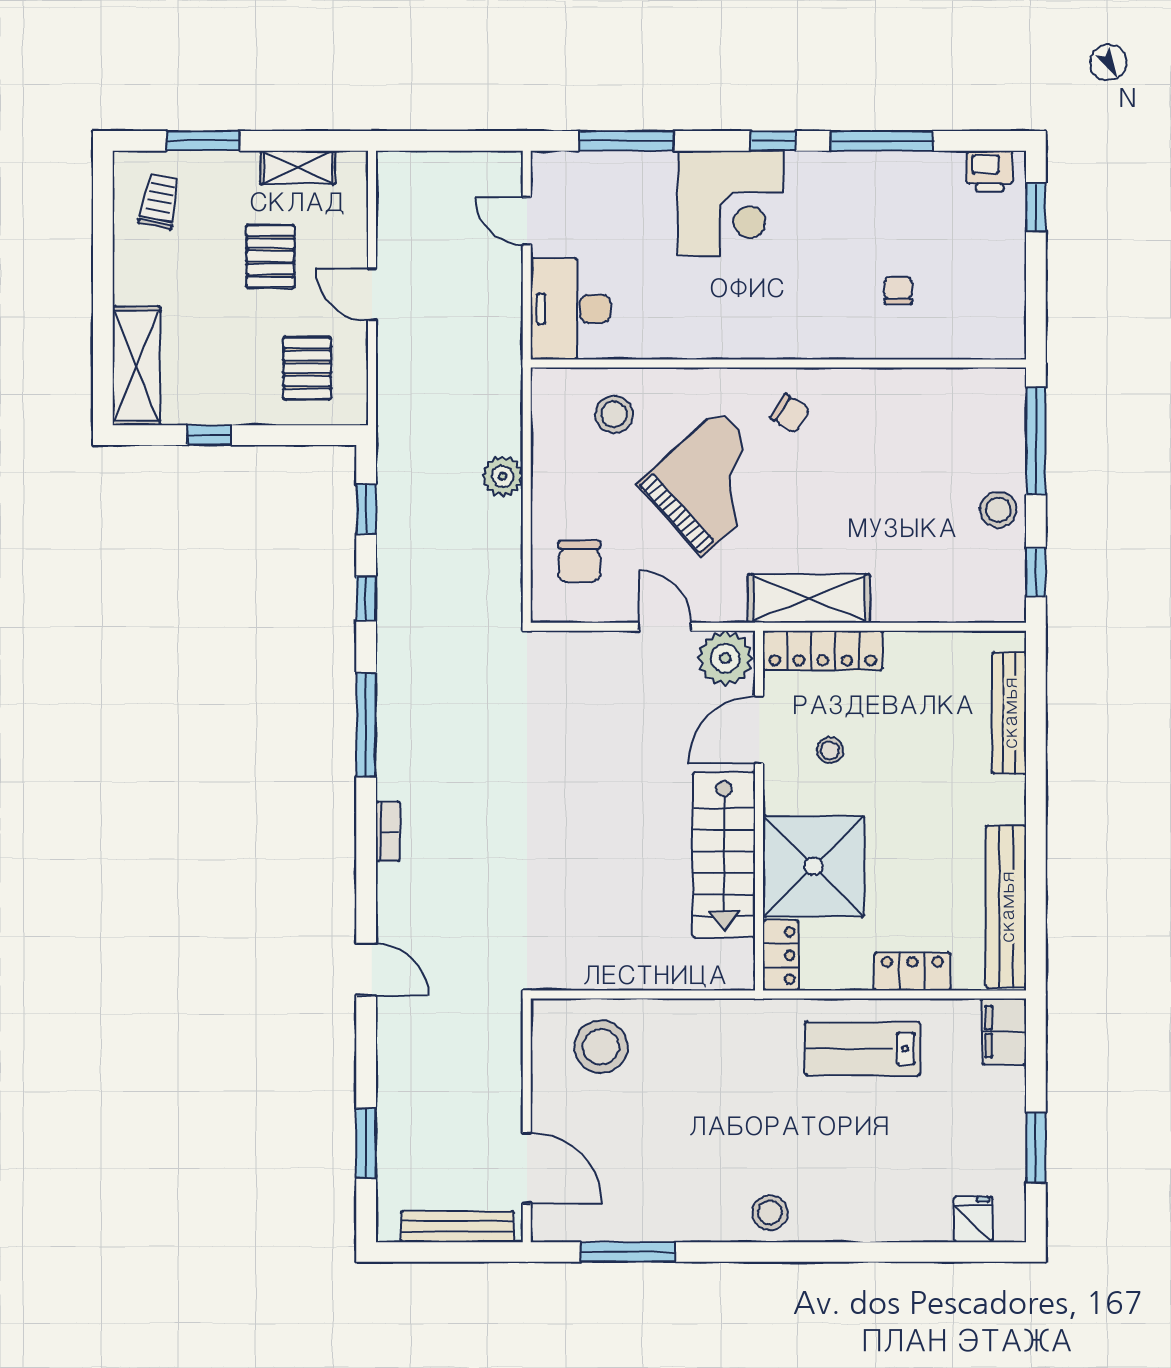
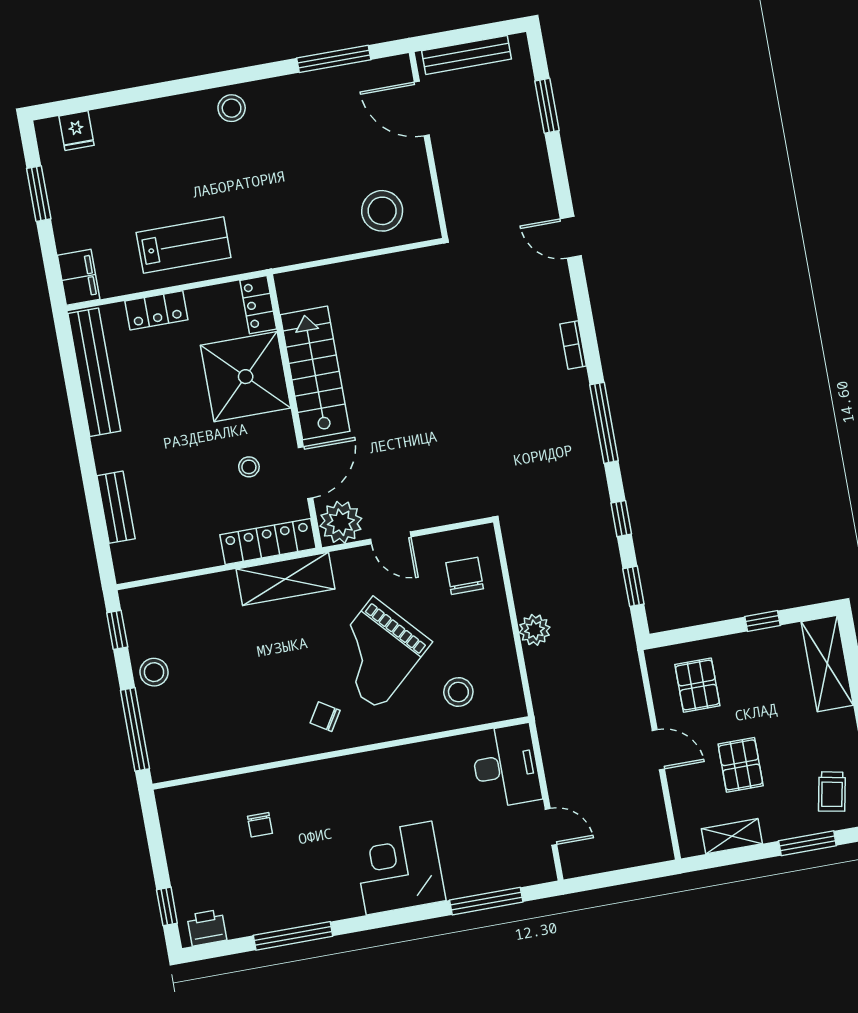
window: (773, 141) -> (375, 921), removed
bench: (1009, 713) -> (116, 507), width x0.73

